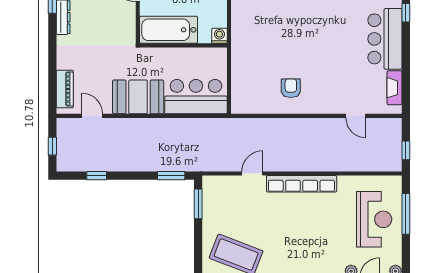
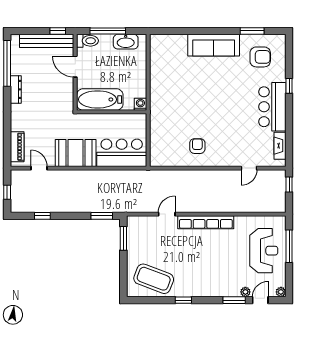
door: (356, 116) -> (249, 168), hinge flipped
window: (406, 150) -> (289, 185), moved

